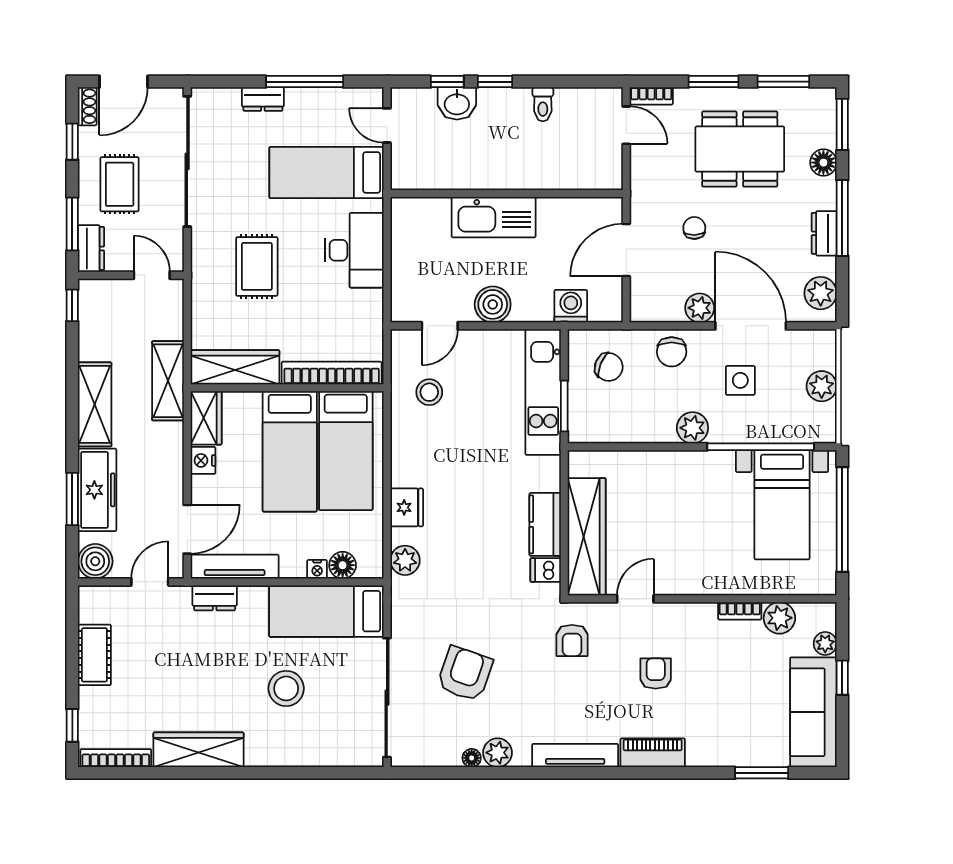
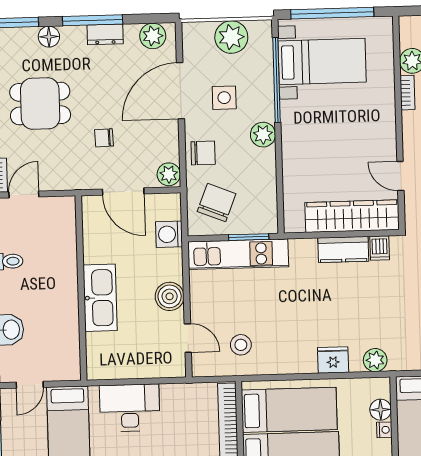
dining table: (740, 149) -> (40, 104), width x0.73
plant: (700, 308) -> (169, 174), moved
chair: (609, 367) -> (217, 203), width x1.37, depth x1.37
plant: (822, 386) -> (231, 37), width x1.36, depth x1.36

